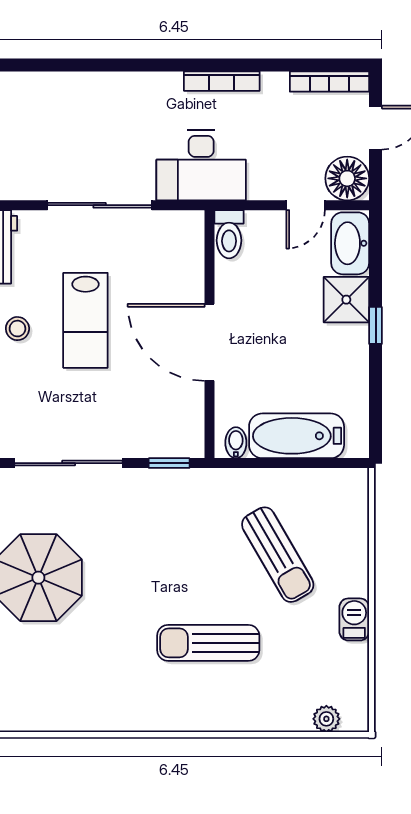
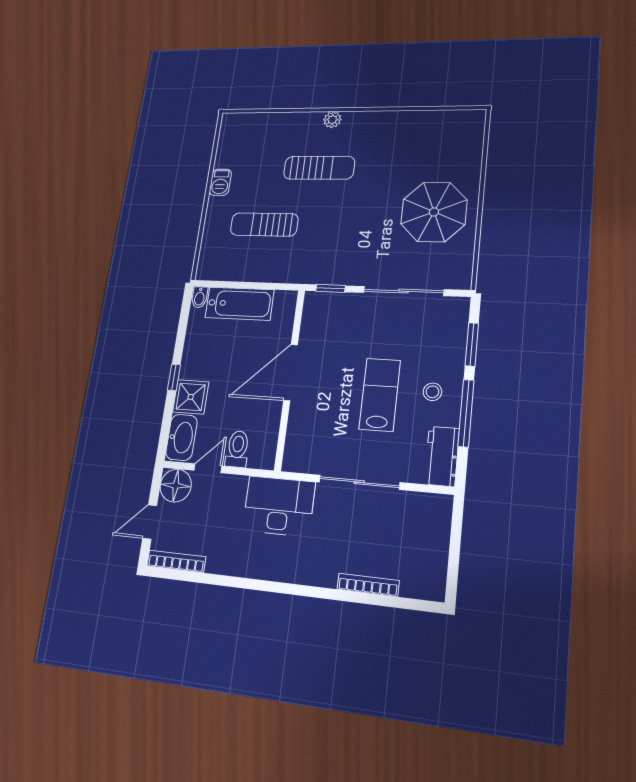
bookcase: (222, 81) -> (368, 585), moved
toilet: (229, 234) -> (237, 449), moved
door: (210, 342) -> (291, 373), swing flipped
bidet: (236, 443) -> (200, 297), moved
sun lounger: (278, 555) -> (264, 224), turned -60
plant: (326, 719) -> (332, 120), moved

